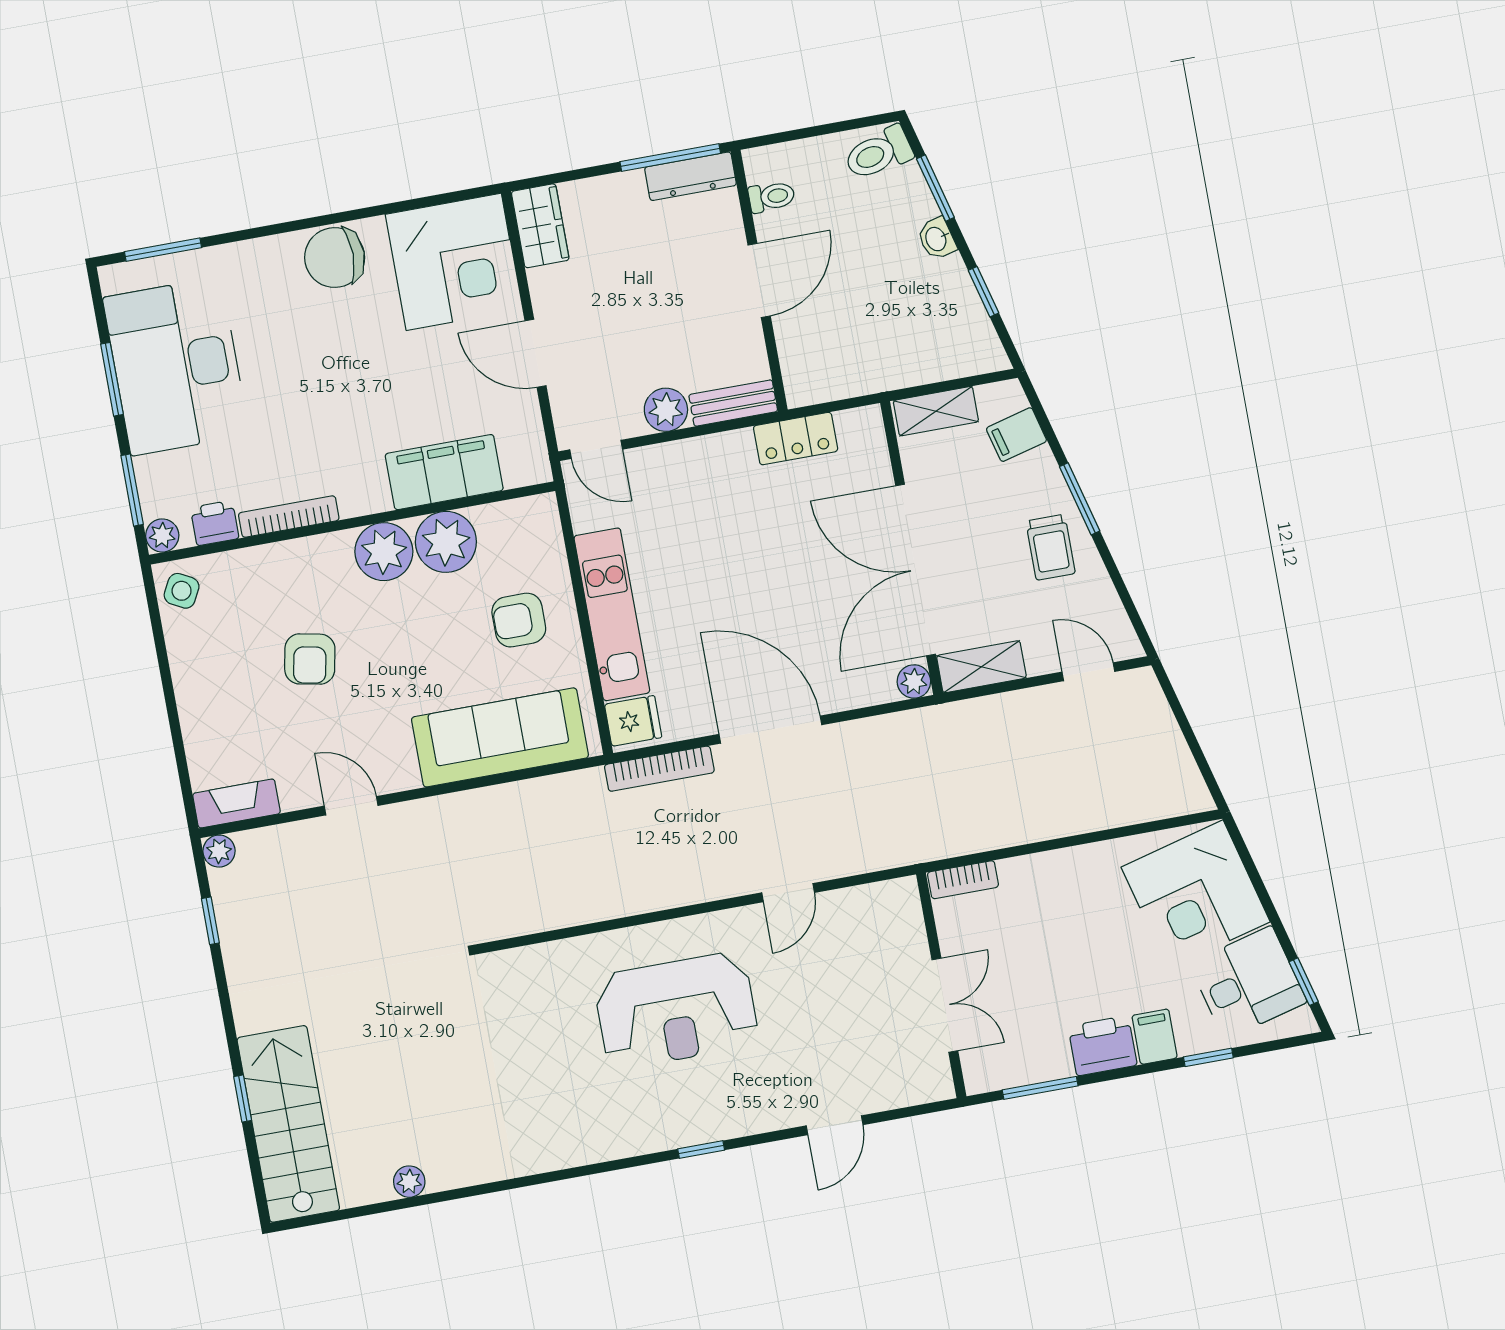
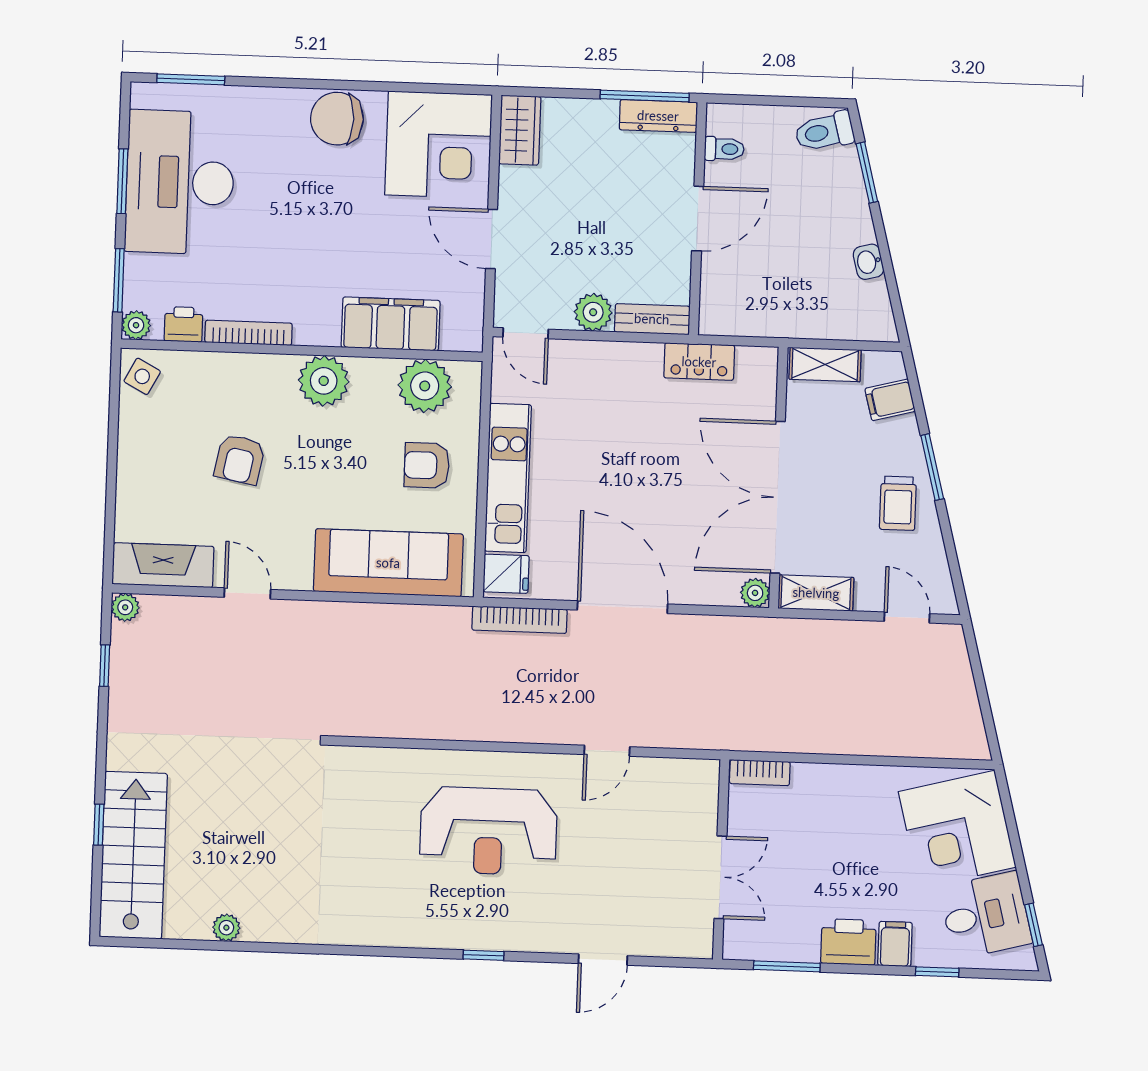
washbasin: (937, 239) -> (868, 262), moved
window: (983, 292) -> (889, 271), removed
plant: (446, 542) -> (425, 386), moved
fireplace: (236, 803) -> (163, 565), width x1.37, depth x1.32

